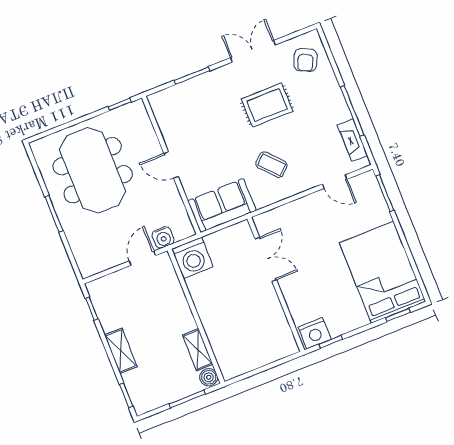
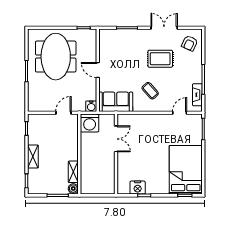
door: (335, 182) -> (180, 113), swing flipped
water cooler: (163, 237) -> (91, 106), moved
double door: (266, 259) -> (116, 139), moved
wall: (276, 284) -> (116, 154), moved

